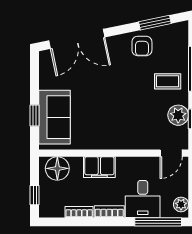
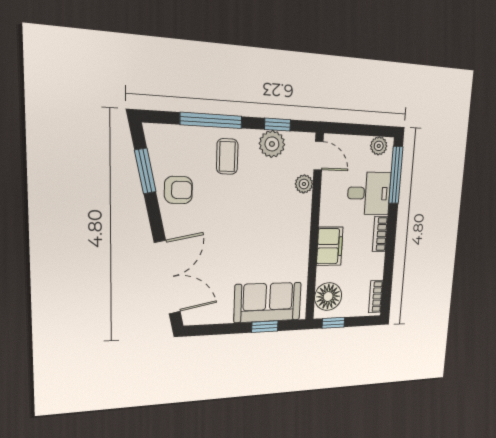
plant: (149, 142) -> (304, 184), added
window: (35, 195) -> (333, 323), moved
bookcase: (79, 212) -> (376, 297), moved

